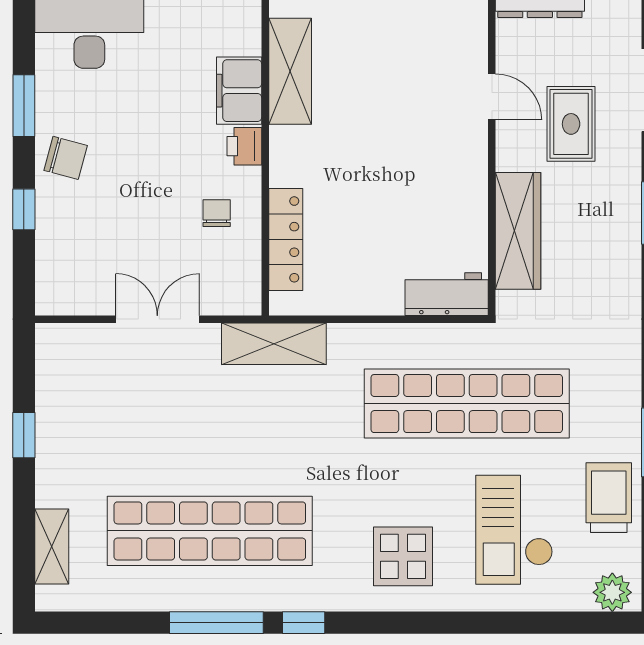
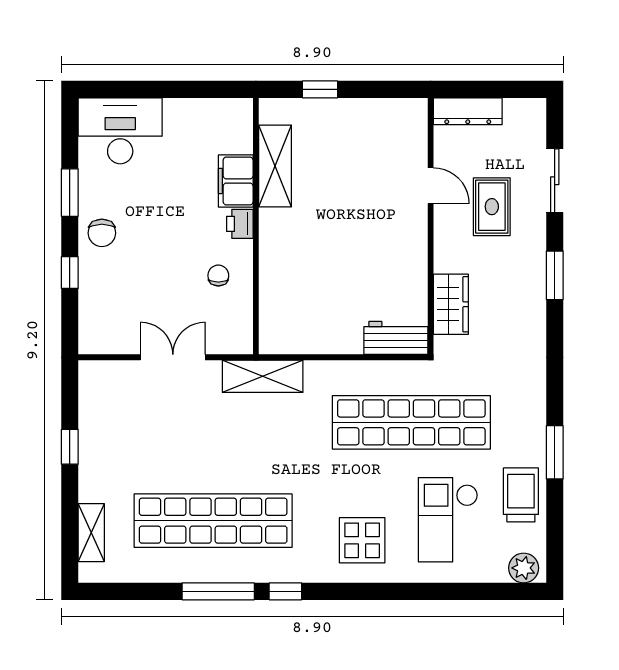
chair: (66, 158) -> (102, 233), turned 75
wardrobe: (518, 231) -> (451, 304), width x0.67
locker: (286, 239) -> (272, 296), removed

